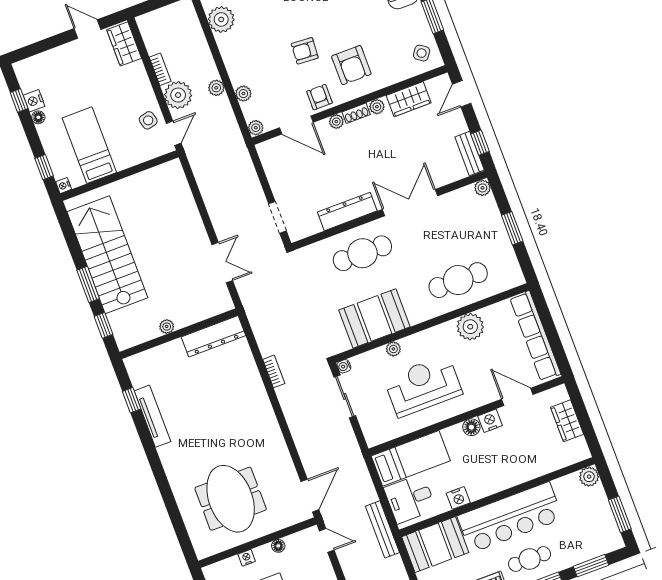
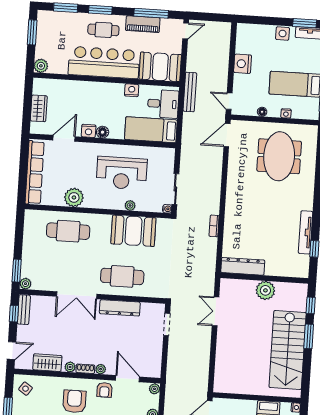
window: (512, 228) -> (17, 271), moved
plant: (167, 327) -> (265, 290), width x1.88, depth x1.88
door: (517, 397) -> (64, 138), swing flipped

